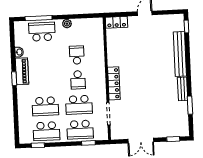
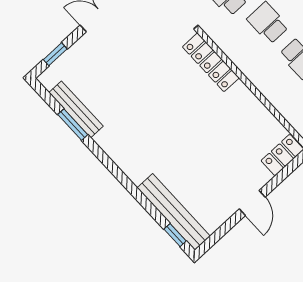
bench: (180, 54) -> (174, 212), moved
bench: (183, 89) -> (76, 109), moved, width x1.36

